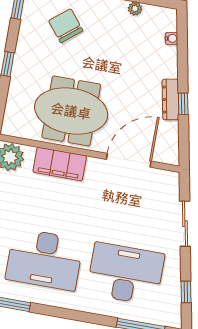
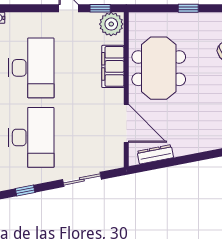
dresser: (170, 99) -> (155, 154), moved
window: (183, 104) -> (181, 160), removed
desk: (44, 259) -> (31, 68), turned 180

